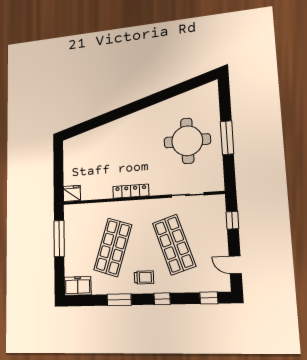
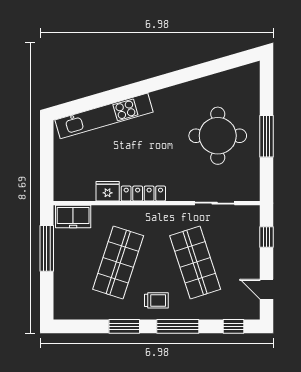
kitchen unit: (99, 134) -> (104, 116), added
fridge: (72, 193) -> (108, 191), moved
freezer: (78, 286) -> (73, 216), moved, turned 180
window: (162, 299) -> (178, 326), width x2.17

